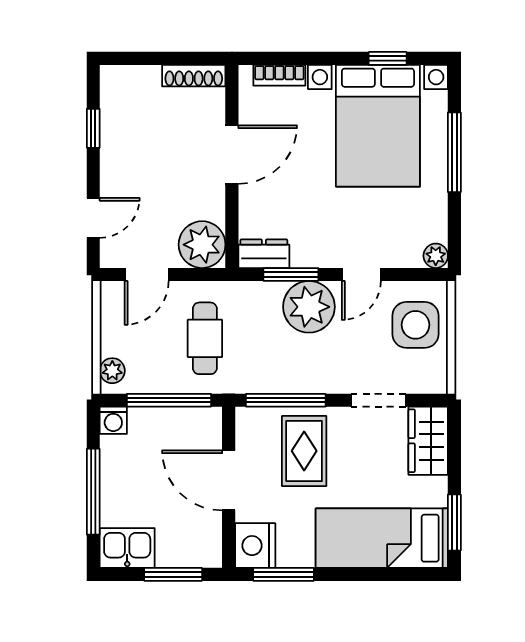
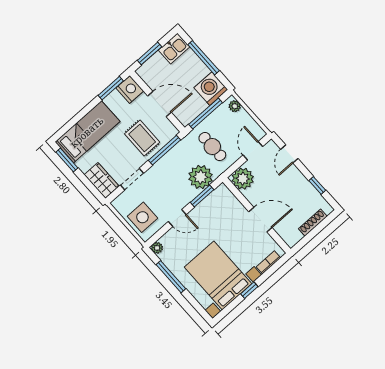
window: (388, 58) -> (249, 290), moved
shoe rack: (194, 76) -> (313, 223), moved
window: (454, 152) -> (171, 277), moved
door: (232, 155) -> (260, 220), swing flipped
dresser: (264, 254) -> (218, 195), removed
door: (361, 274) -> (177, 218), swing flipped
plant: (309, 307) -> (201, 177), moved
washing machine: (113, 420) -> (211, 89), width x1.89, depth x1.89

